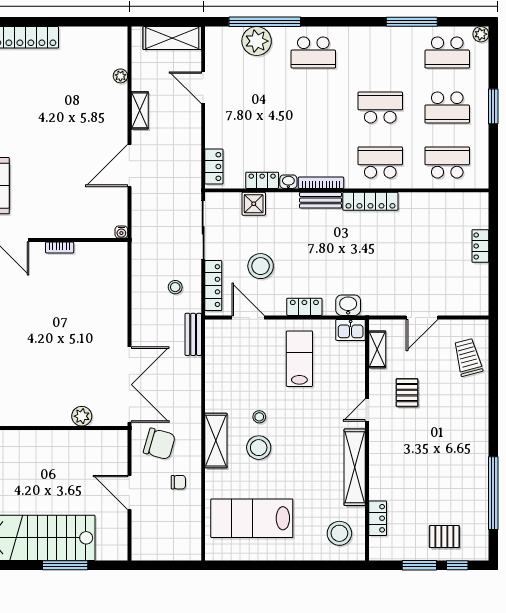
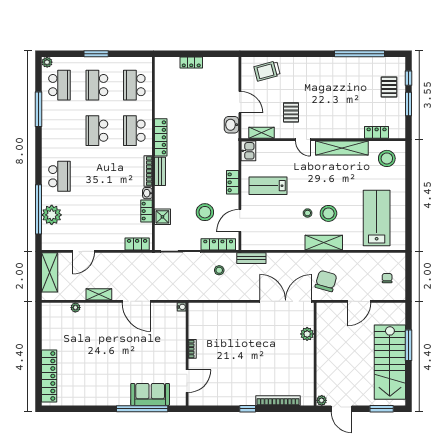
school desk: (447, 107) -> (97, 85), turned 180
washbasin: (348, 305) -> (232, 125), moved
pallet: (407, 393) -> (291, 112), turned 90
chair: (178, 482) -> (387, 278), moved
lab bench: (252, 518) -> (377, 218), turned 180

